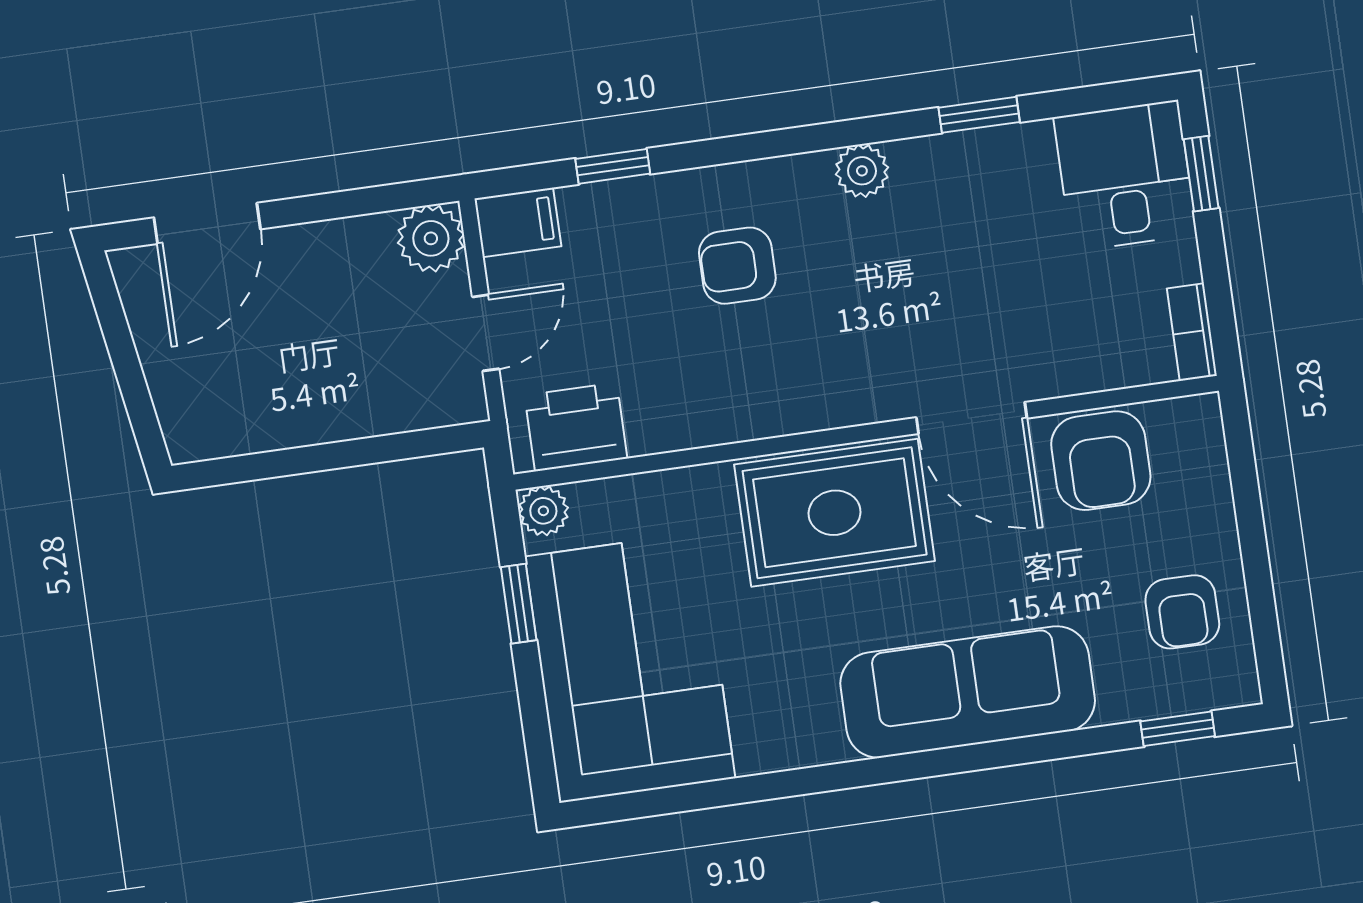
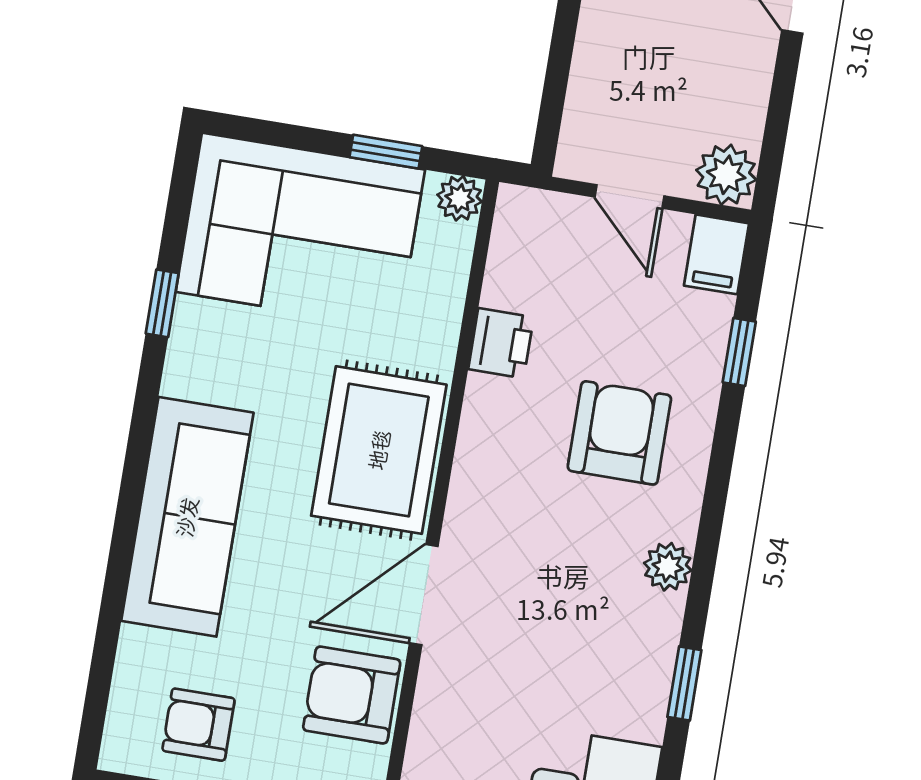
armchair: (737, 266) -> (619, 433), width x1.38, depth x1.38
printer: (576, 427) -> (501, 343), moved, width x0.73, depth x0.81
window: (1178, 729) -> (162, 303), moved

